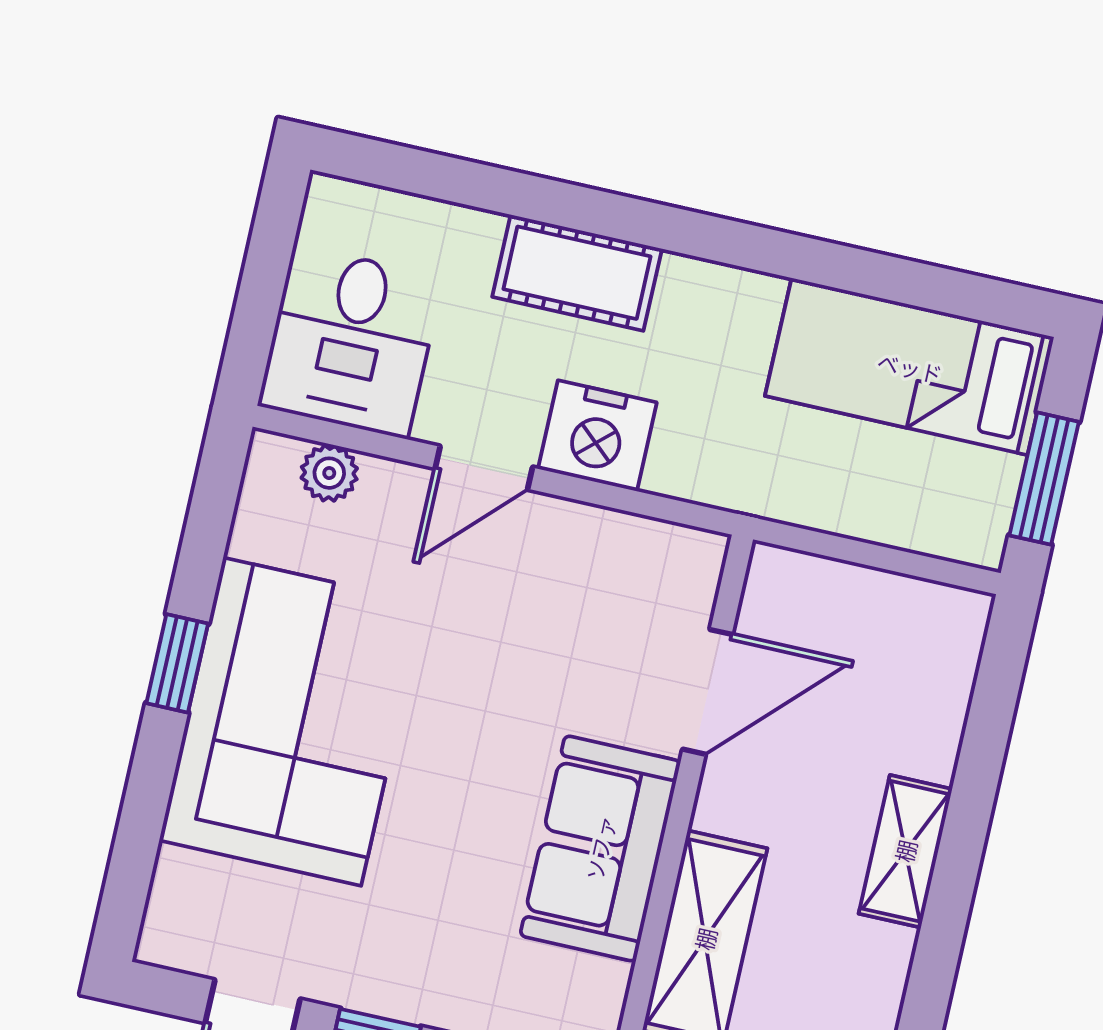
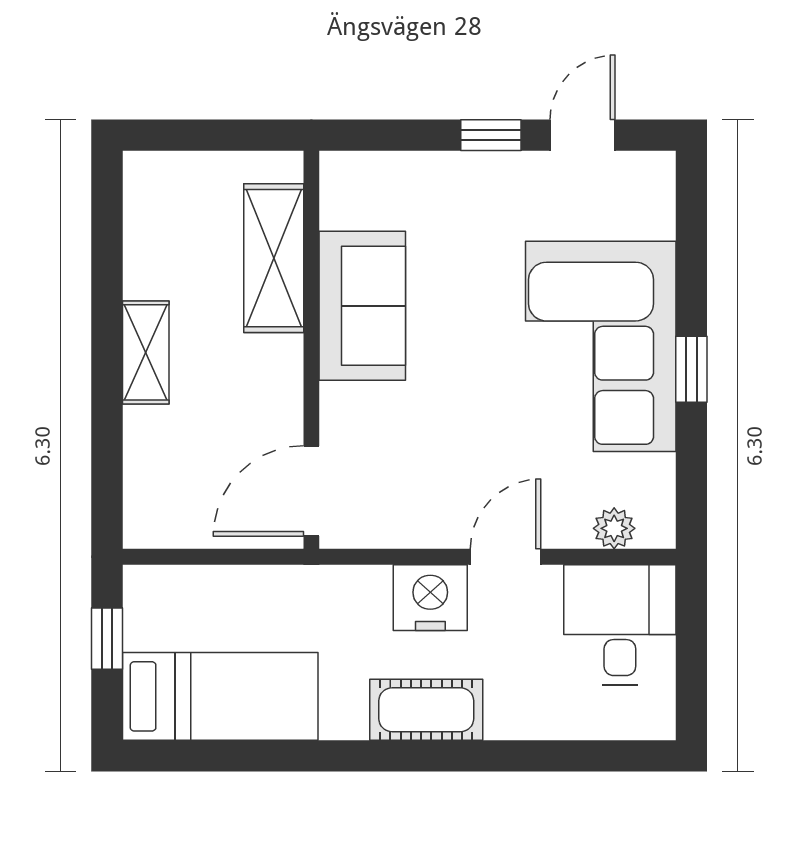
cot: (577, 273) -> (426, 710), moved
window: (1044, 479) -> (107, 639), width x0.67
door: (708, 692) -> (311, 491), moved

